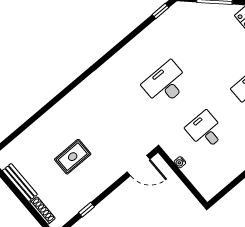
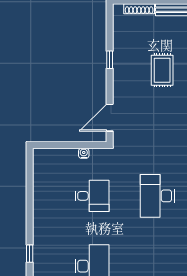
desk: (166, 84) -> (157, 196), turned 180
window: (86, 210) -> (110, 60), moved

